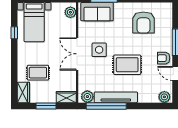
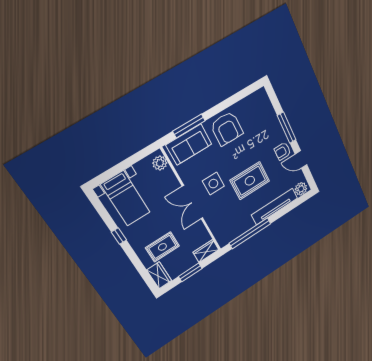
armchair: (143, 22) -> (227, 129), moved
window: (14, 33) -> (119, 236), moved
plant: (87, 97) -> (227, 237), removed
tv unit: (116, 97) -> (275, 206), moved

